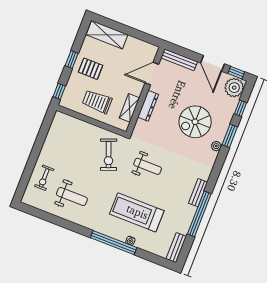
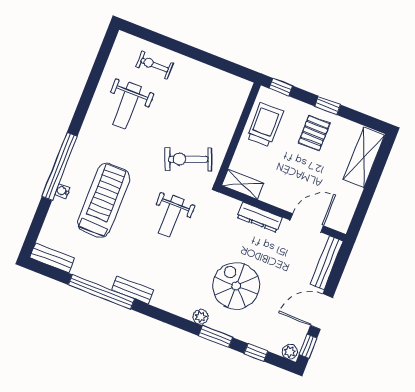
door: (152, 74) -> (307, 223), hinge flipped
plant: (234, 88) -> (290, 352), width x0.53, depth x0.53
trolley: (97, 102) -> (265, 125), moved
shelving: (129, 108) -> (243, 184), moved

